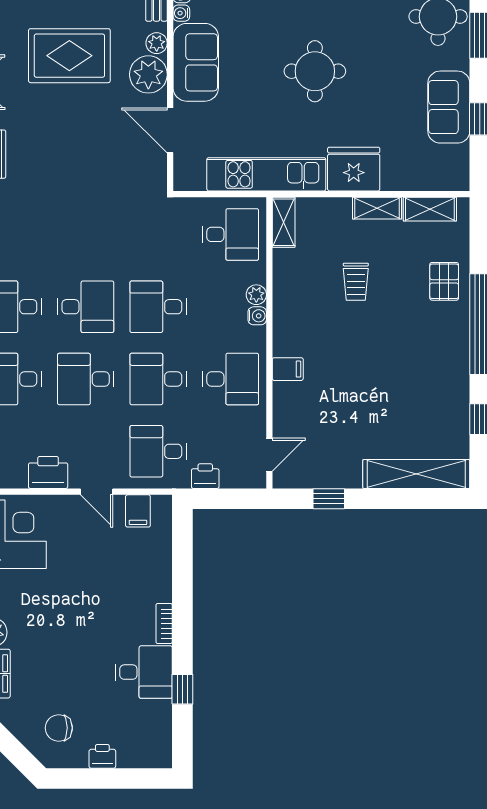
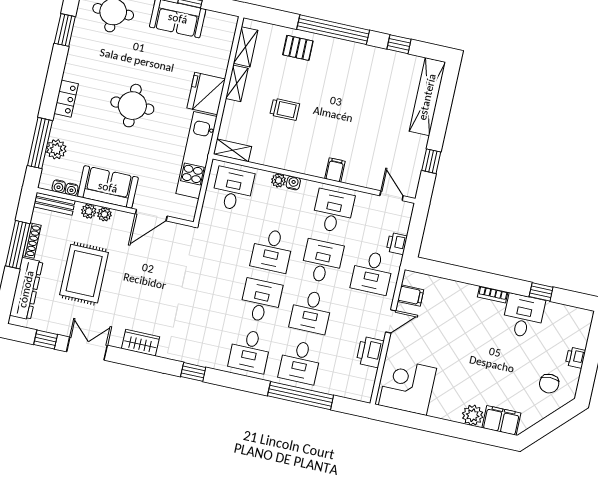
plant: (148, 74) -> (104, 214), width x0.53, depth x0.53
desk: (158, 379) -> (322, 261), turned 180

